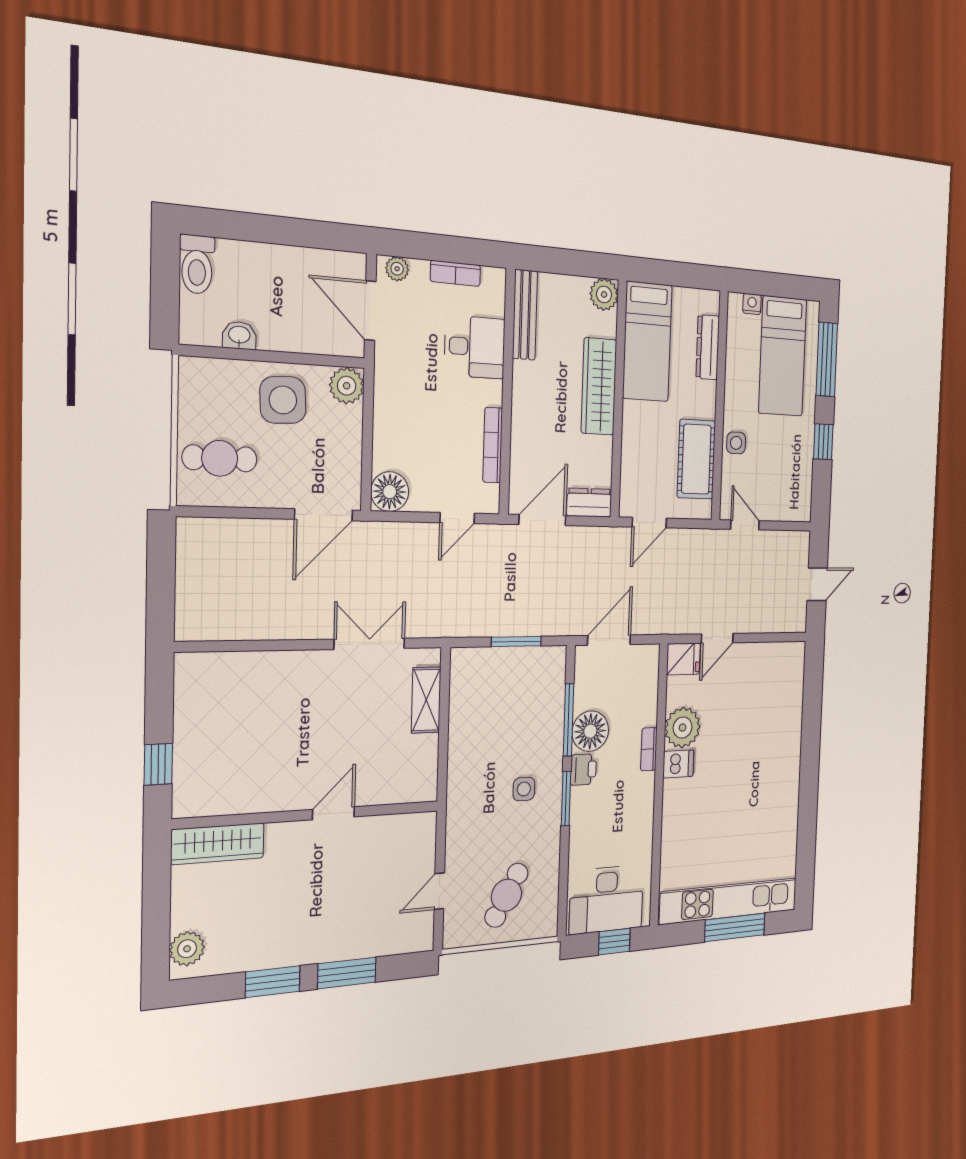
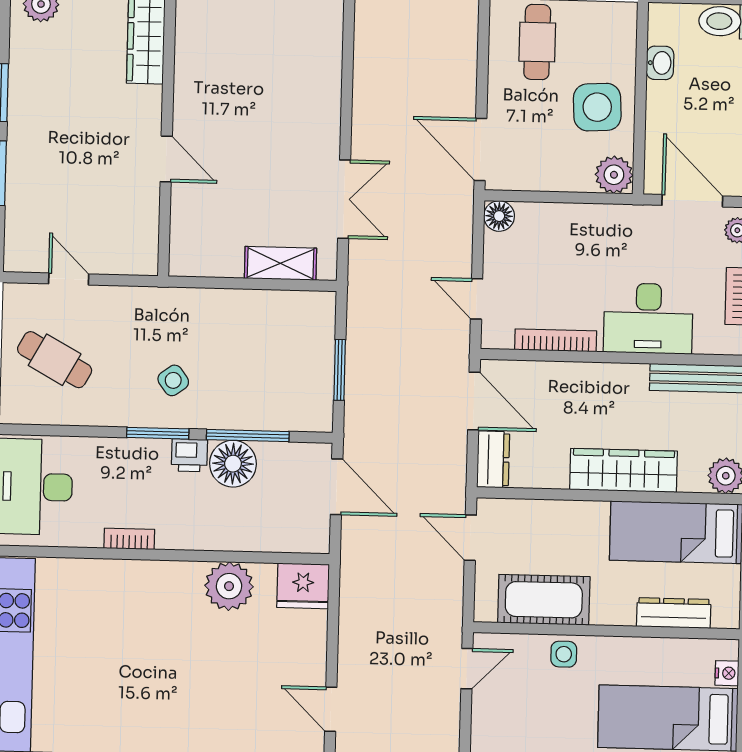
door: (370, 311) -> (692, 201), hinge flipped
desk: (475, 347) -> (648, 318), width x1.37
floor lamp: (390, 492) -> (499, 216), width x0.73, depth x0.73
door: (717, 638) -> (331, 709), moved
fridge: (683, 659) -> (303, 586), width x1.38
bookcase: (649, 749) -> (129, 539), moved
dishwasher: (678, 764) -> (186, 581), removed
side table: (524, 789) -> (173, 380), turned -36

